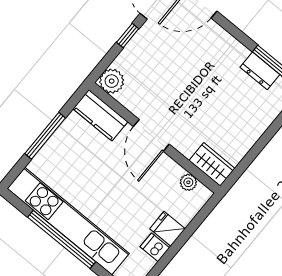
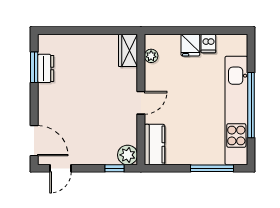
window: (128, 35) -> (115, 168), moved
door: (151, 135) -> (141, 103), width x0.73
window: (45, 136) -> (212, 168), moved

